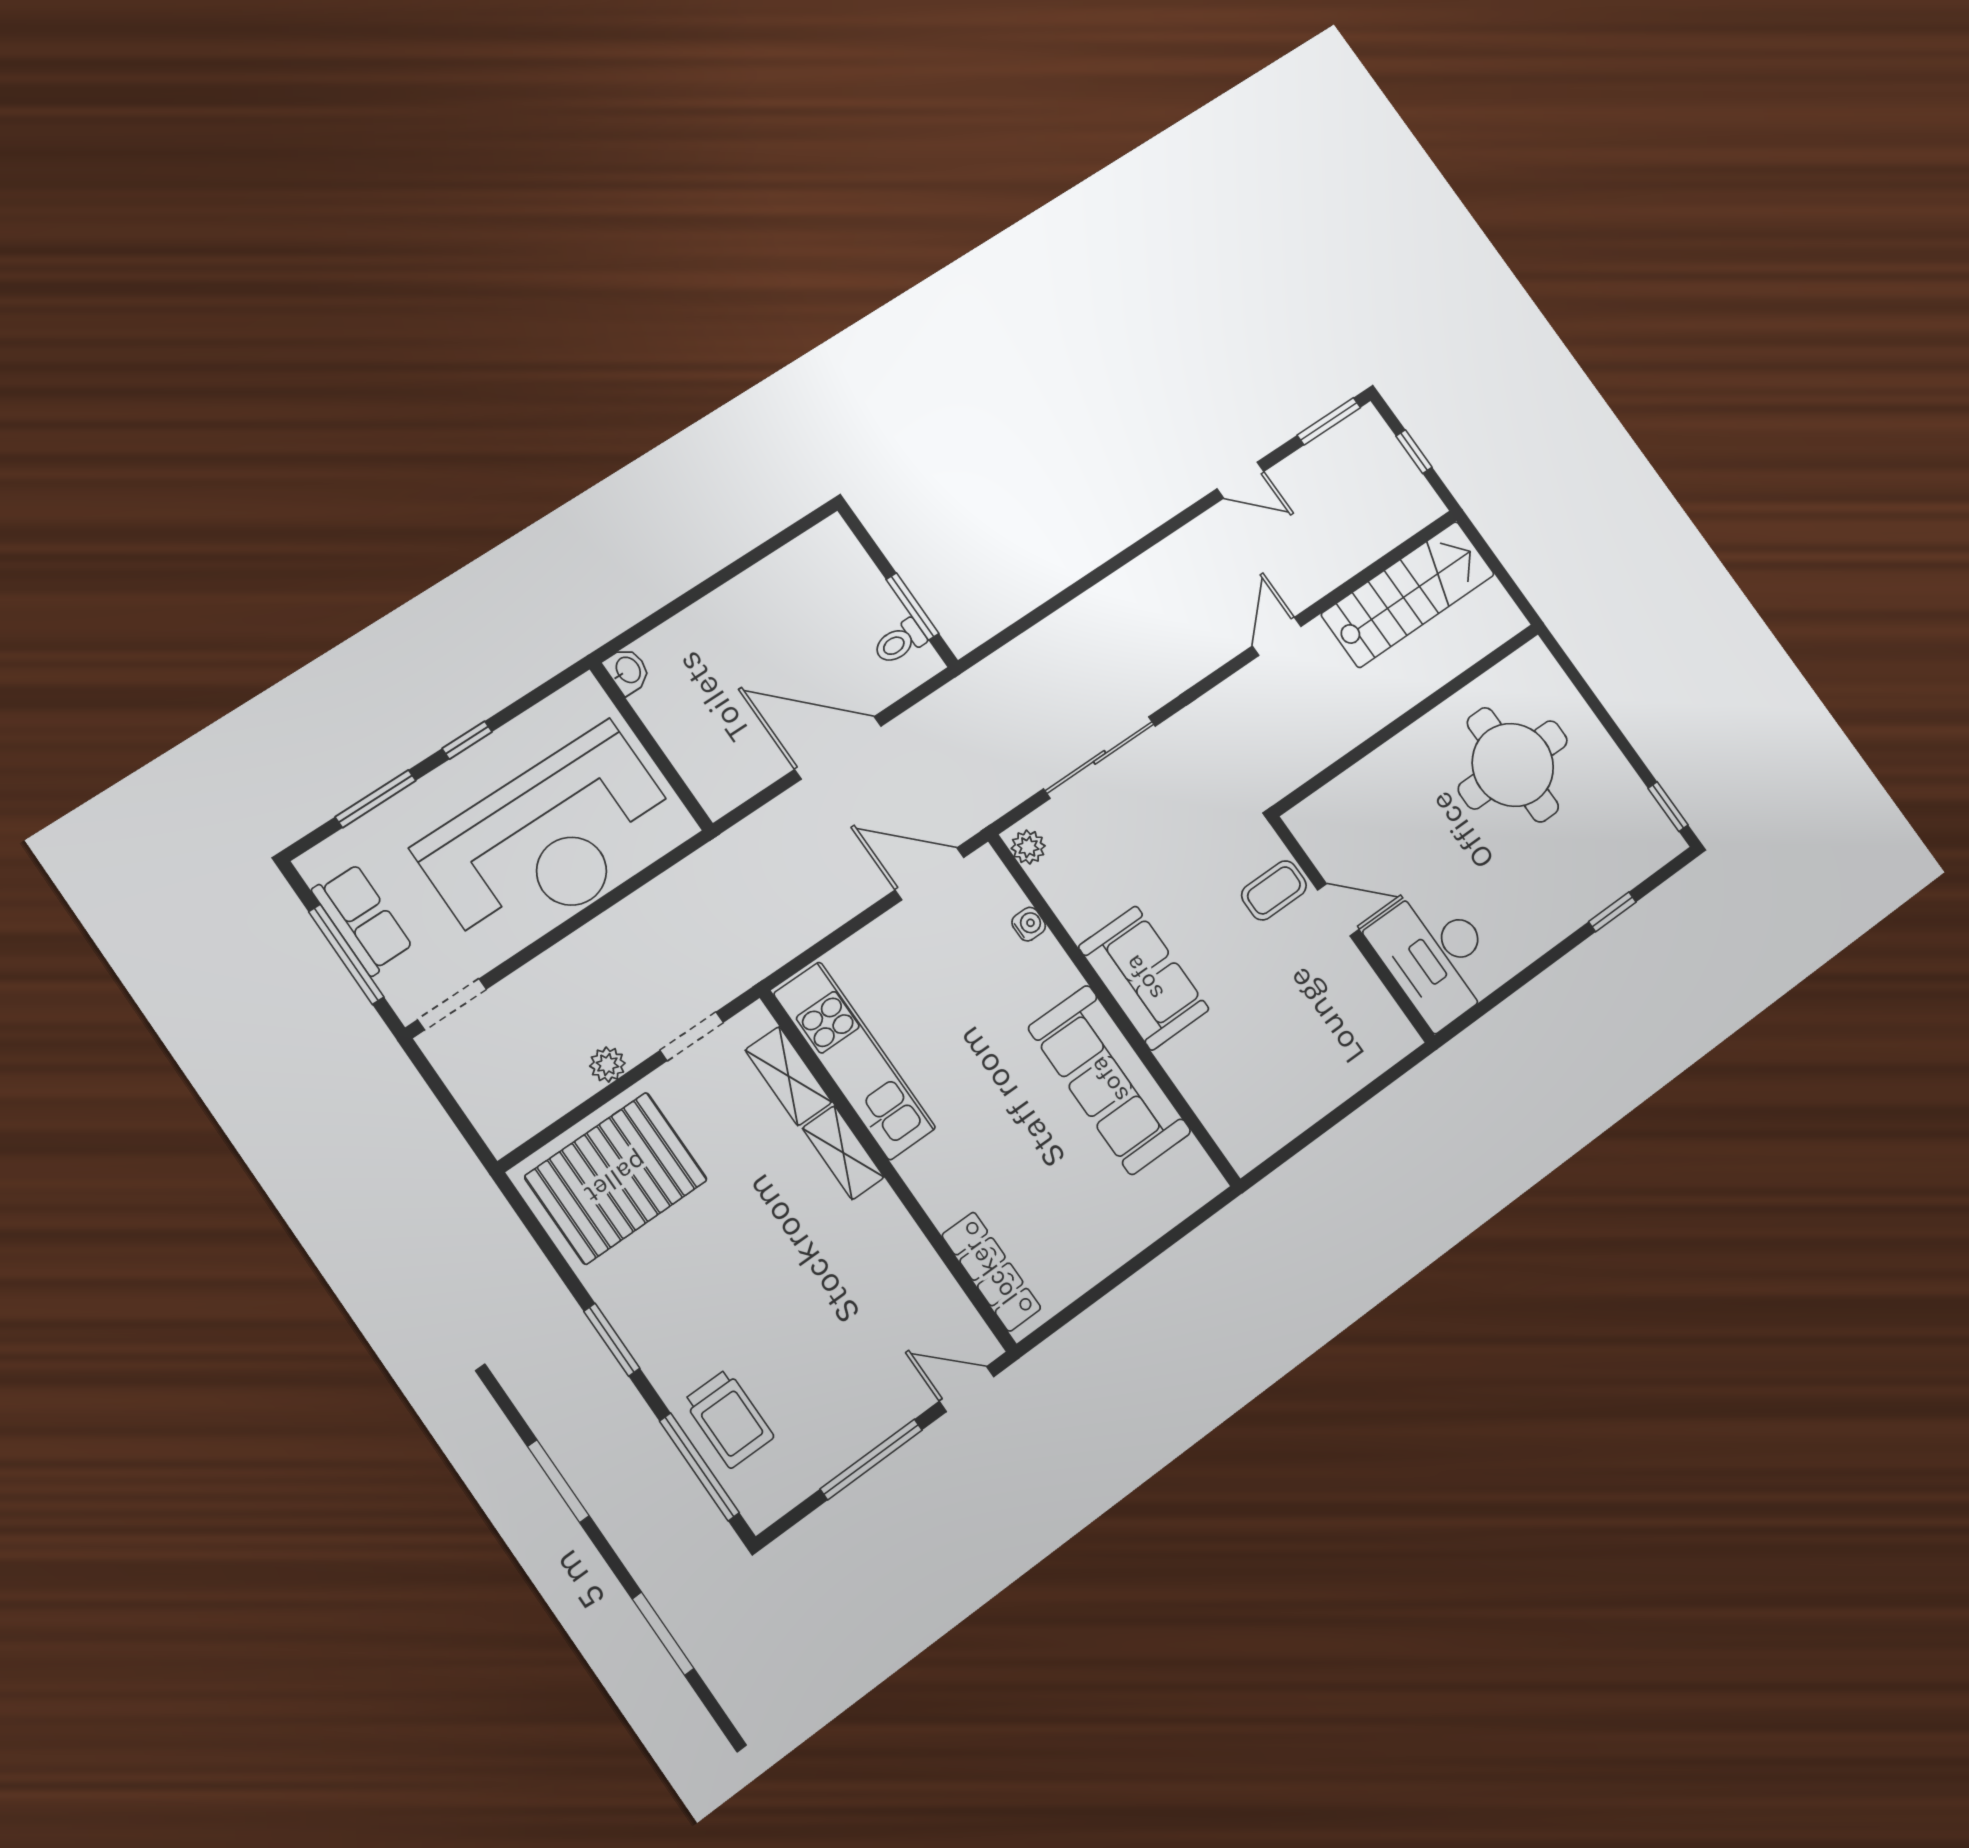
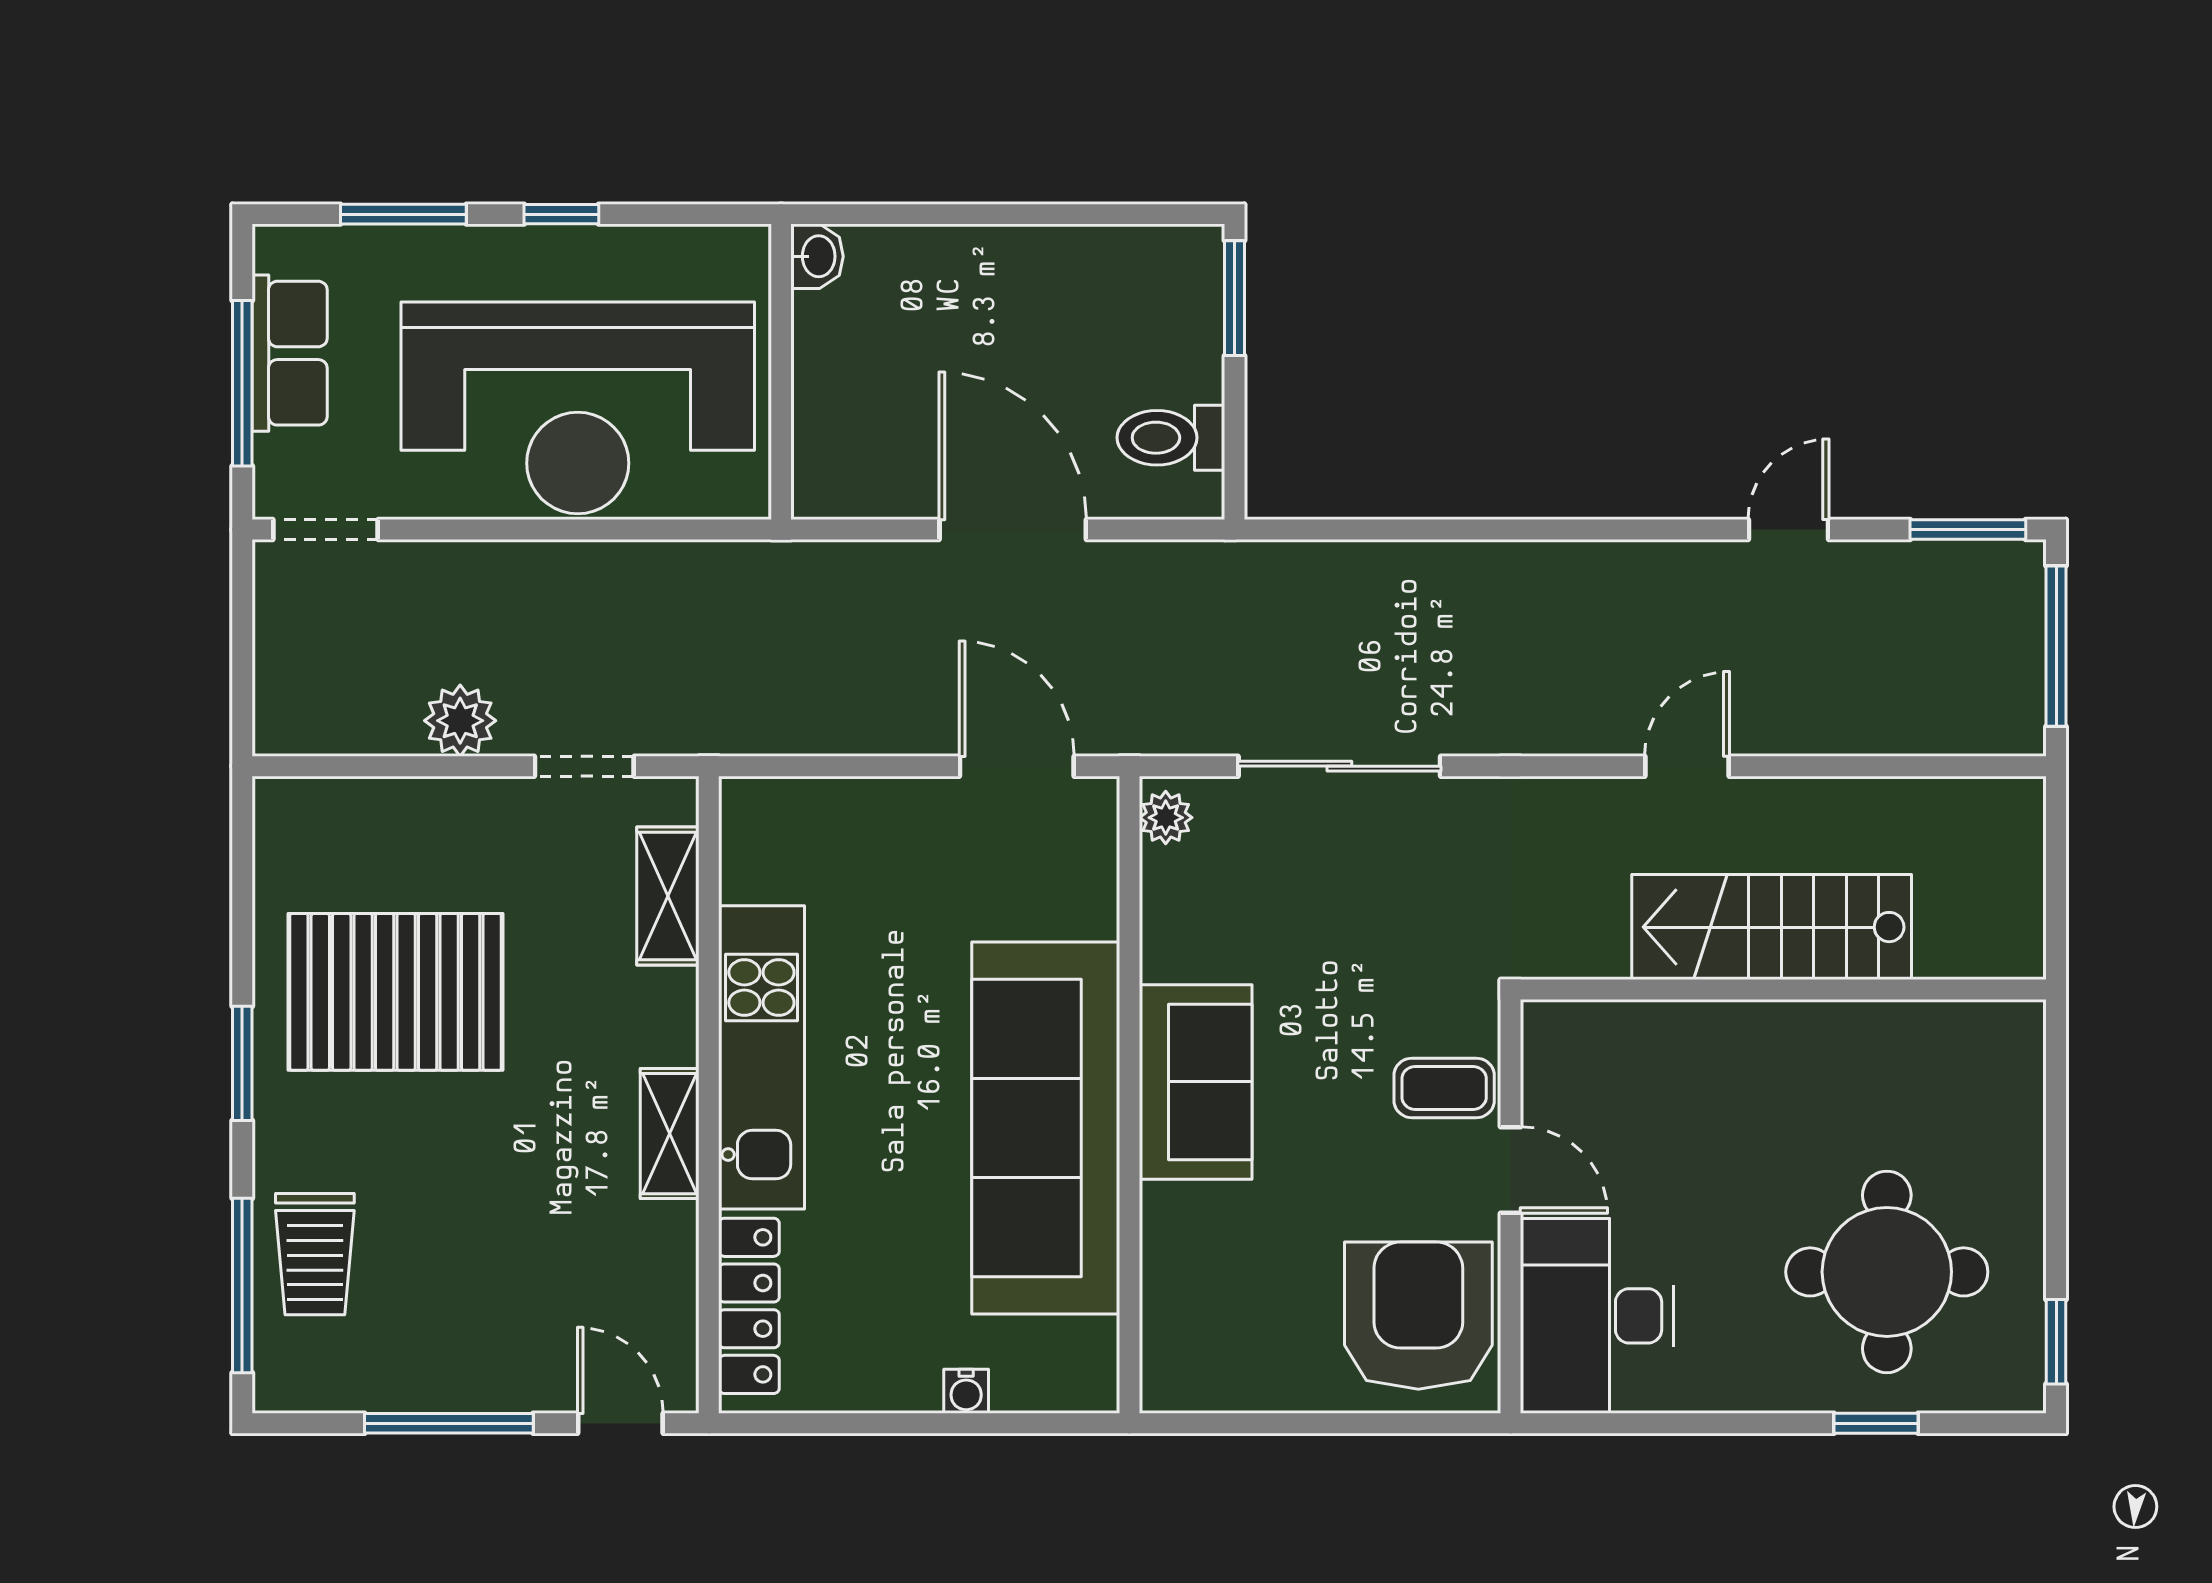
window: (1414, 452) -> (2056, 646), width x2.17
door: (1240, 480) -> (1788, 530), swing flipped
stairs: (1408, 594) -> (1772, 927), moved, turned 180
window: (912, 607) -> (1235, 298), moved
toilet: (900, 642) -> (1171, 438), width x1.37, depth x1.39
round table: (1513, 765) -> (1887, 1272), moved
water cooler: (1029, 924) -> (966, 1391), moved, turned 90
armchair: (1346, 1021) -> (1418, 1316), added
kitchen unit: (855, 1061) -> (761, 1057), moved
plant: (607, 1065) -> (460, 721), width x1.38, depth x1.38
sofa: (1109, 1080) -> (1046, 1128), width x1.36, depth x1.27
shelving: (843, 1153) -> (670, 1134), moved
pallet: (616, 1178) -> (395, 992), moved

